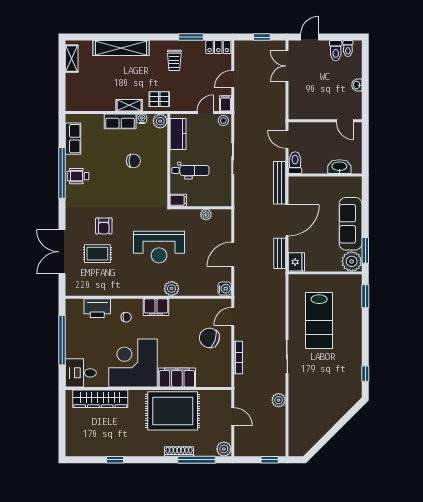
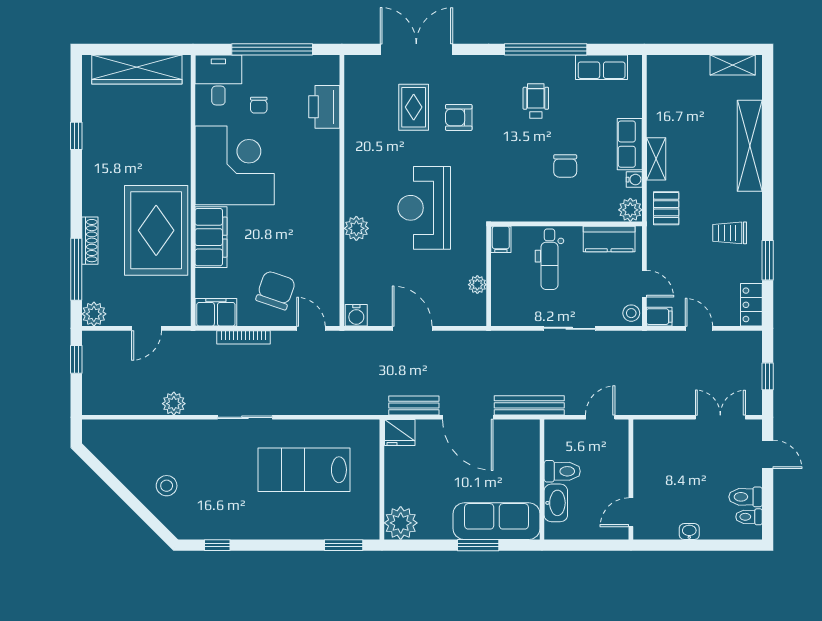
toilet: (295, 163) -> (562, 471), moved
wheelchair: (78, 176) -> (536, 101), moved
sofa: (351, 224) -> (497, 521), moved
window: (365, 250) -> (478, 545), moved
filing cabinet: (156, 307) -> (216, 312), moved, turned 90
chair: (126, 317) -> (259, 105), moved
wardrobe: (100, 399) -> (137, 69), moved, turned -90
stool: (329, 405) -> (167, 486), added
window: (270, 460) -> (76, 359), moved

